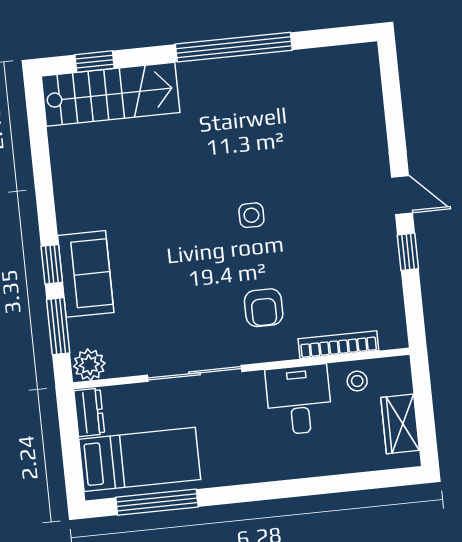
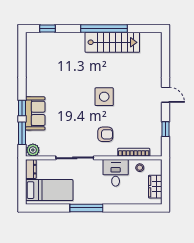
stairs: (111, 94) -> (112, 42), moved
side table: (251, 215) -> (104, 97), width x1.87, depth x1.87
window: (408, 252) -> (165, 129), moved
armchair: (264, 308) -> (105, 134), turned -90
window: (157, 502) -> (86, 208), moved

